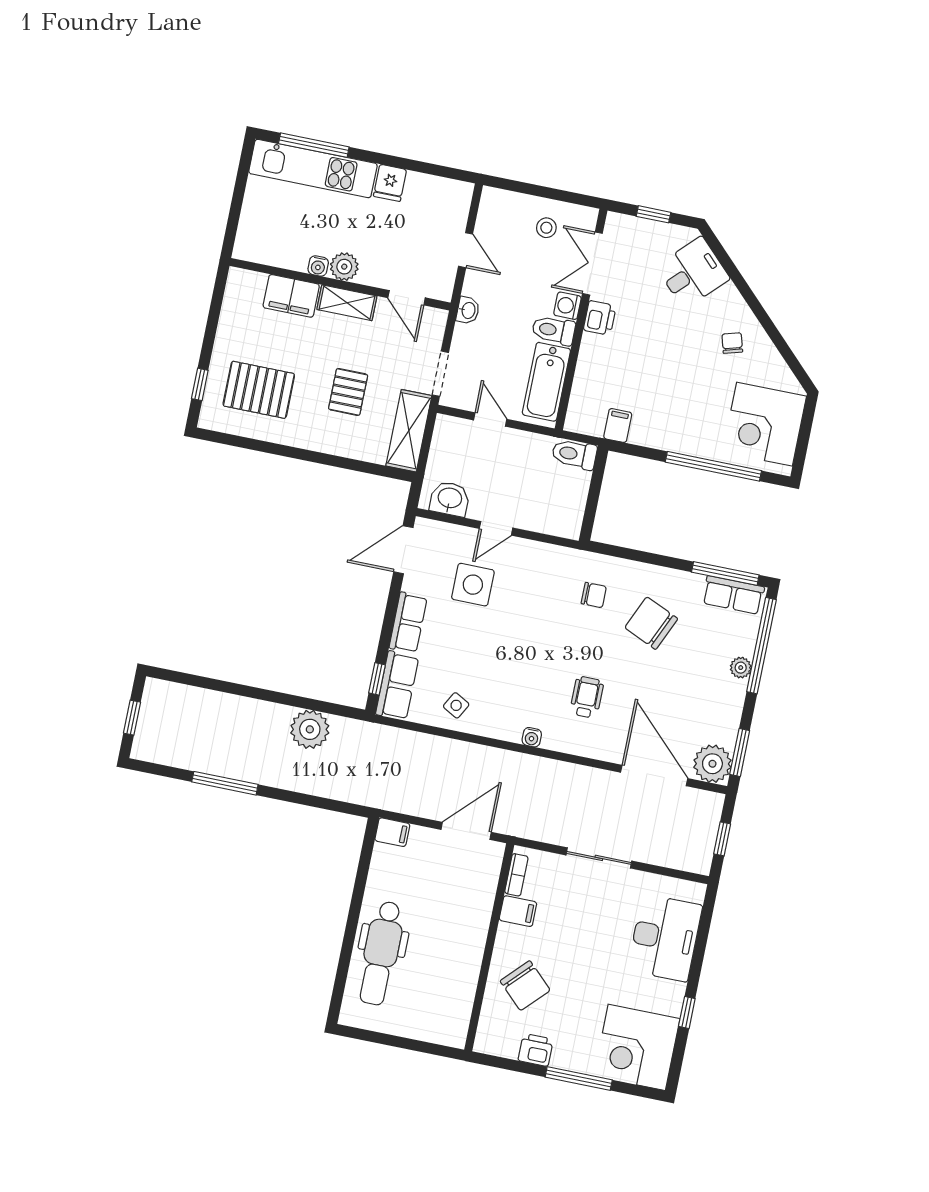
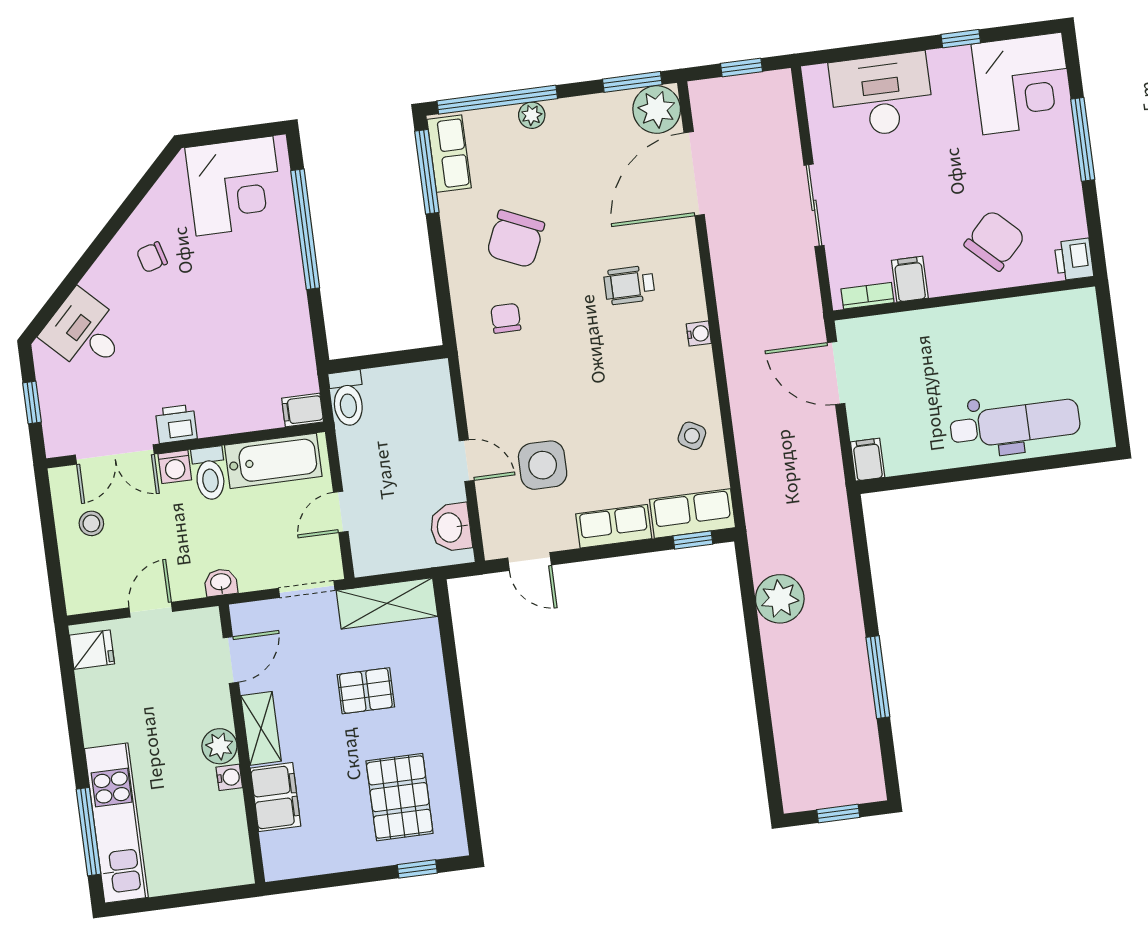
fridge: (390, 183) -> (92, 650), moved
filing cabinet: (618, 426) -> (303, 410), moved
door: (403, 550) -> (530, 561), width x0.73
printer: (536, 1050) -> (1074, 259), moved

